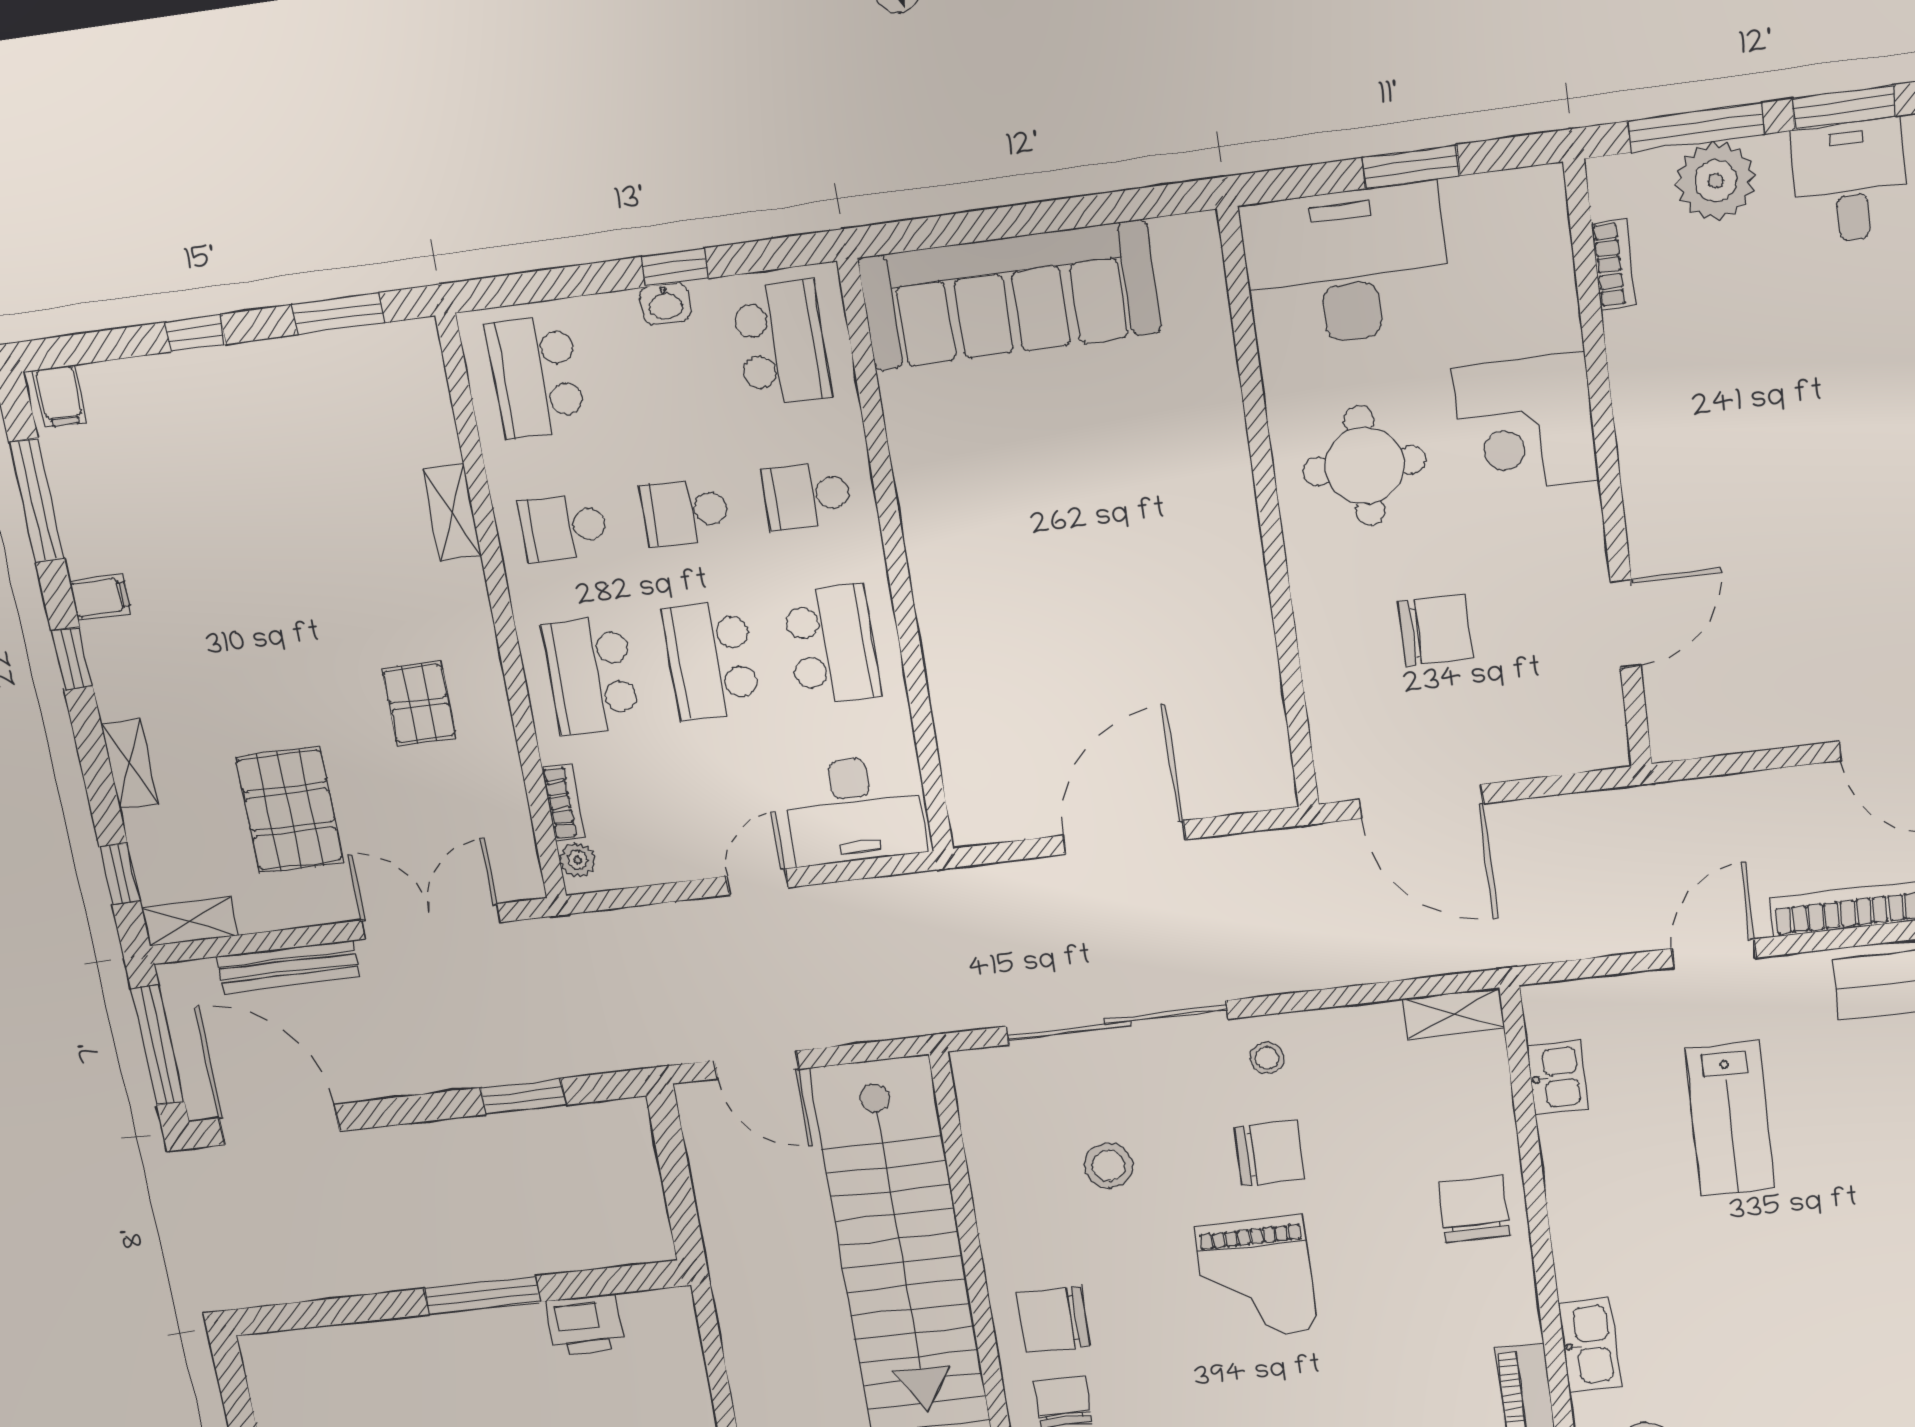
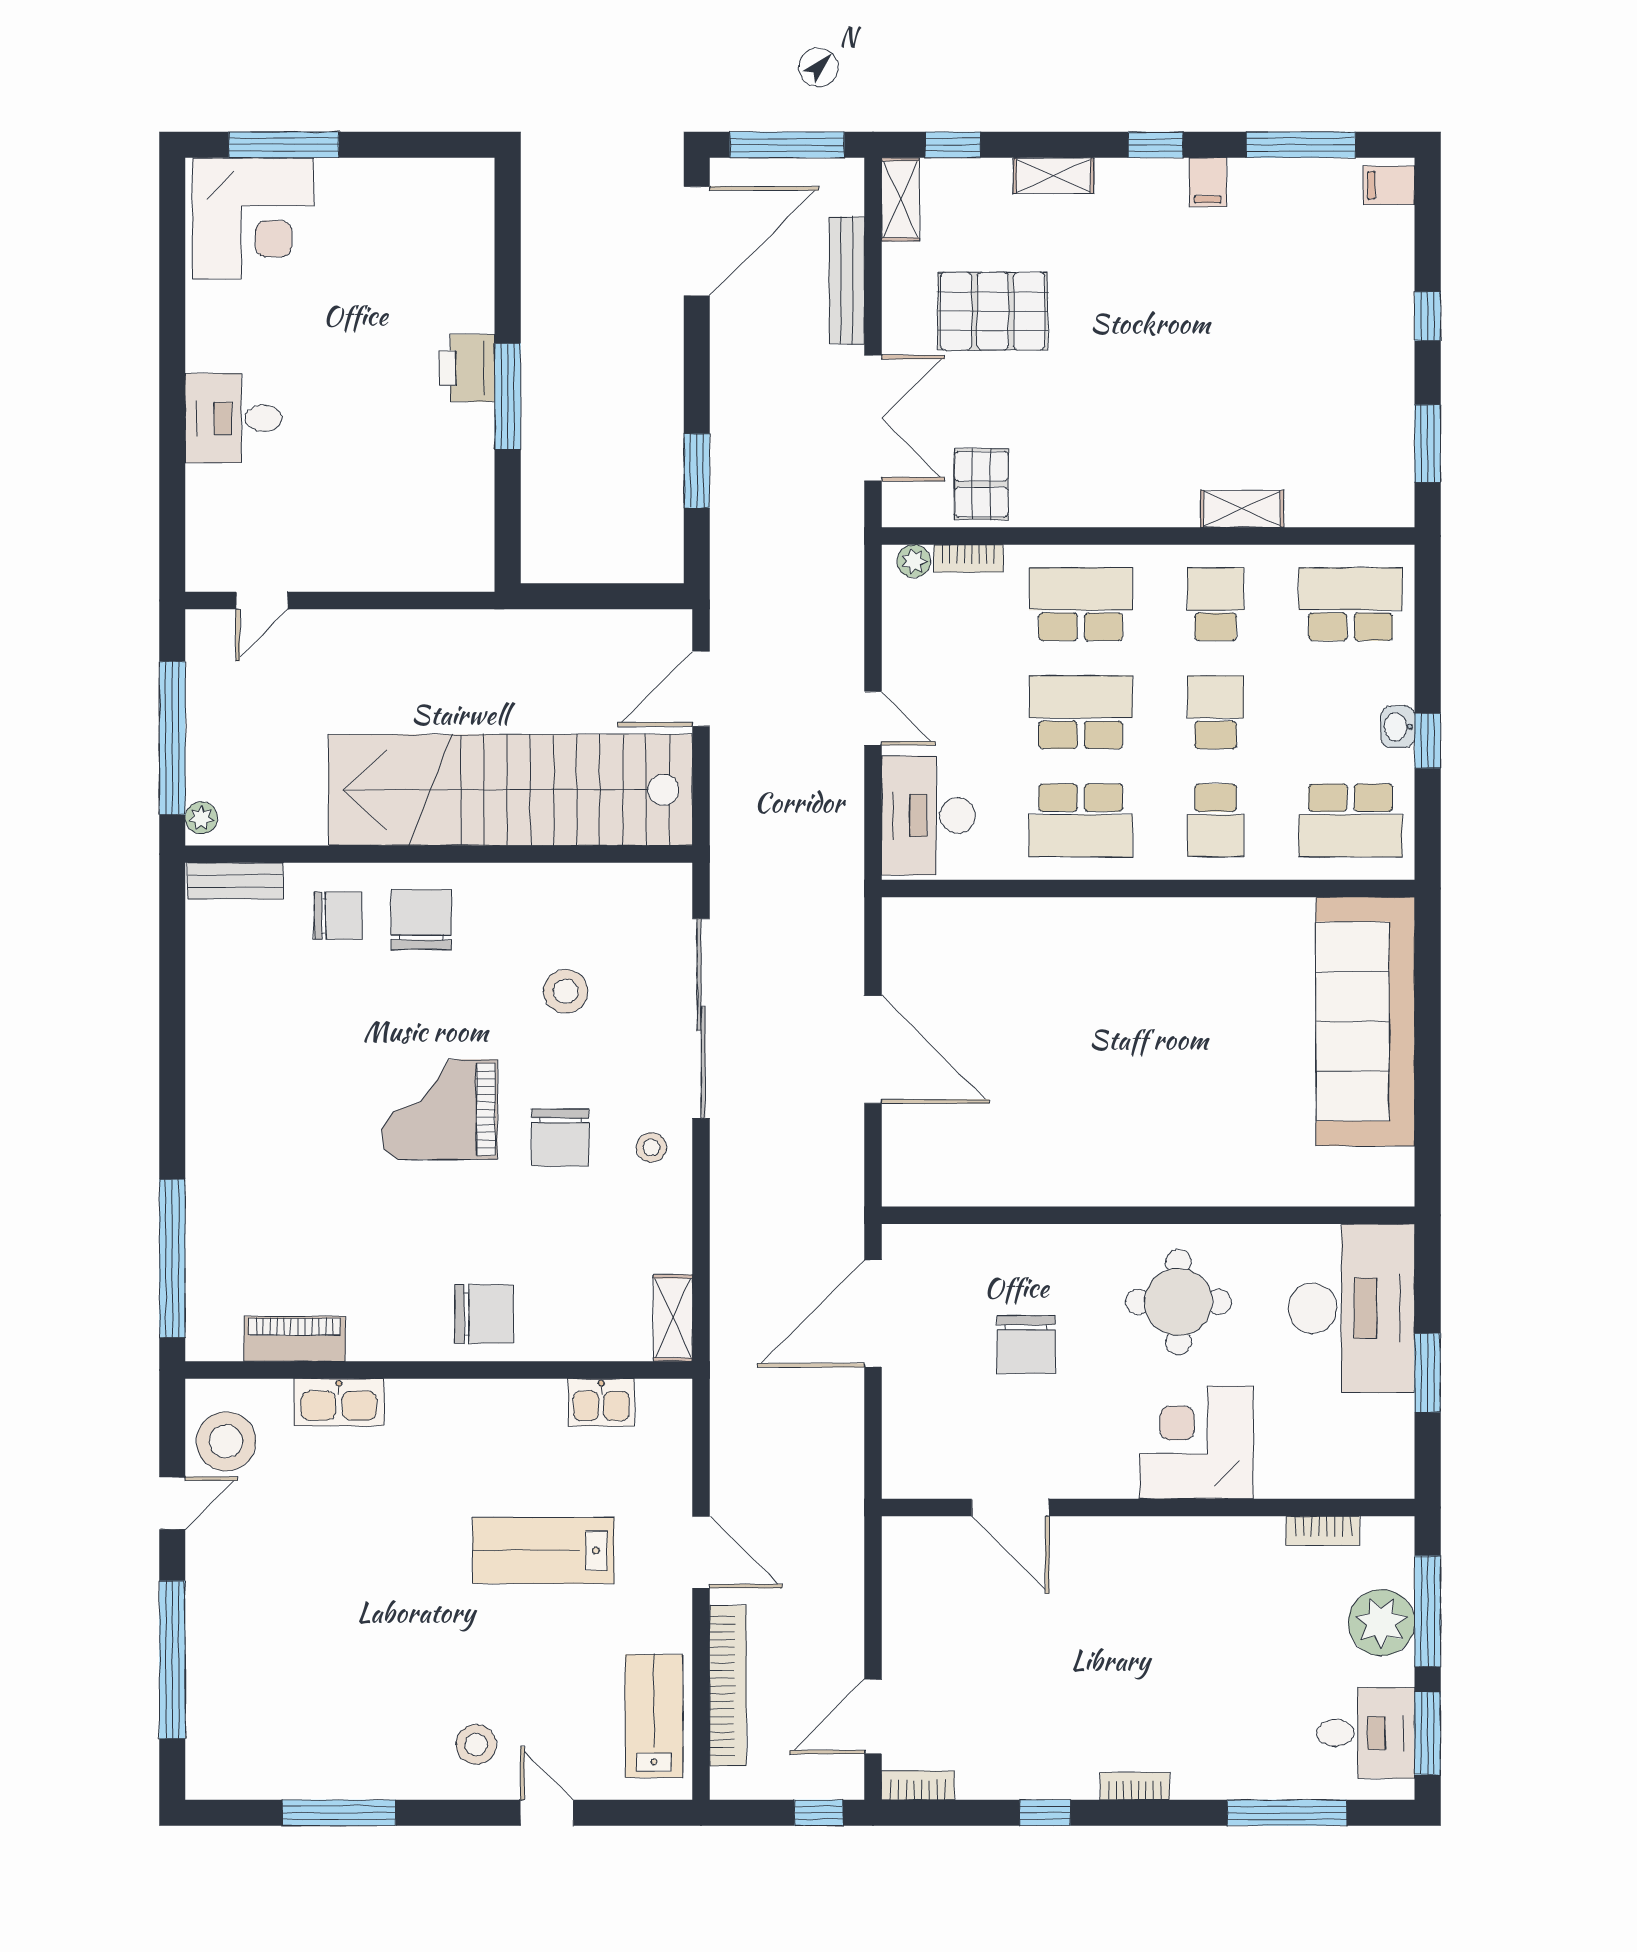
school desk: (807, 496) -> (1216, 820), turned 180
pallet: (419, 703) -> (981, 484), moved, turned 90
printer: (585, 1325) -> (467, 368), moved

